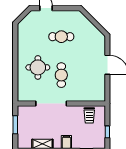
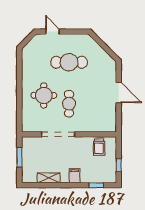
cafe table: (61, 37) -> (69, 62), width x1.37, depth x1.35

